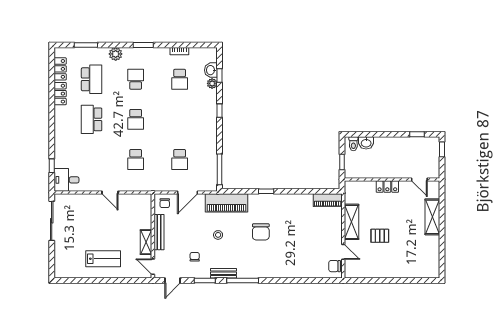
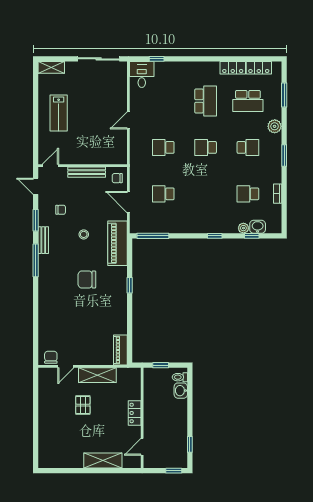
school desk: (92, 119) -> (206, 101), turned 90
shelving: (146, 242) -> (51, 67), moved

